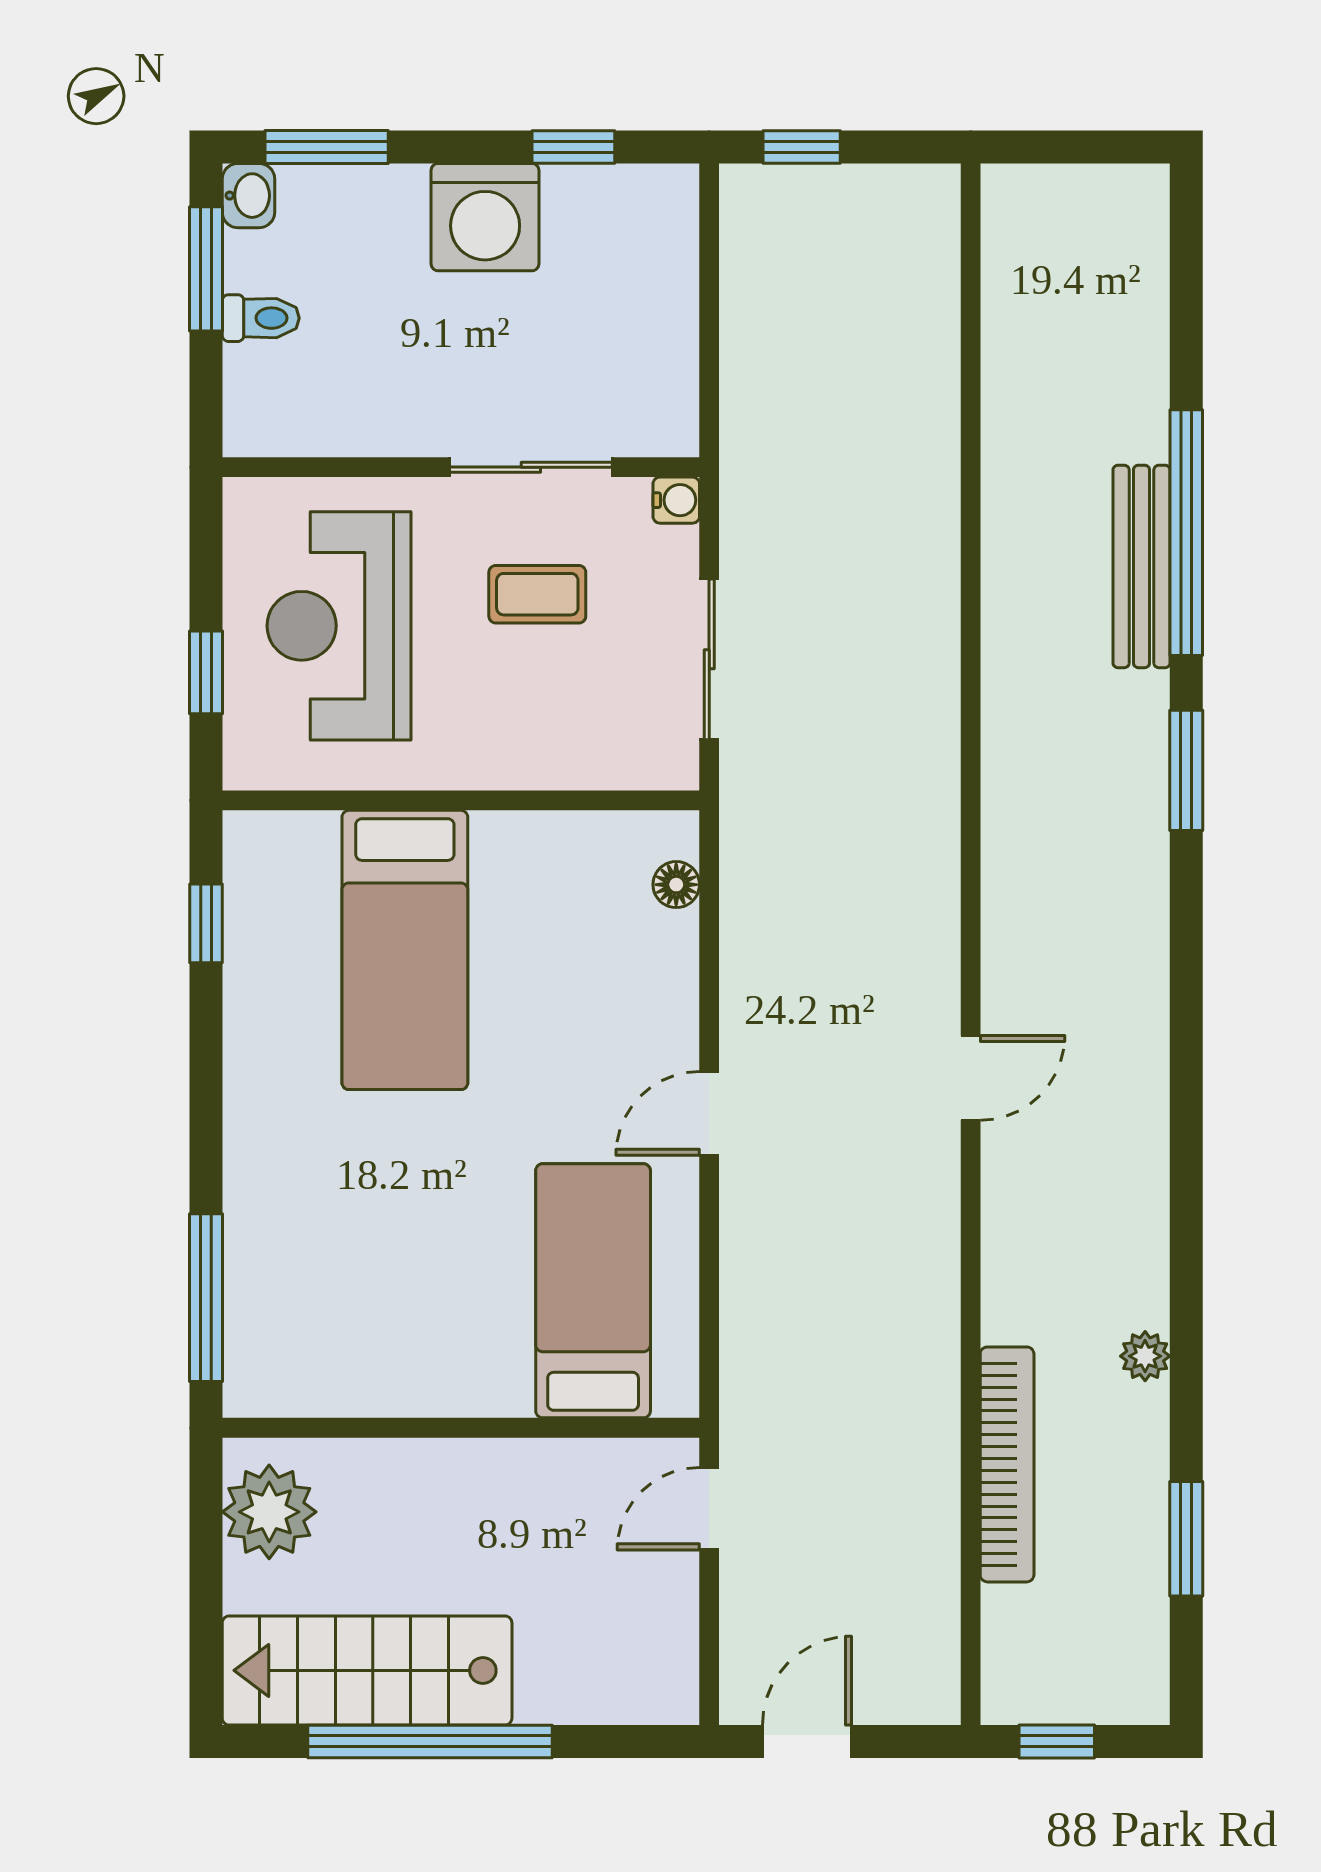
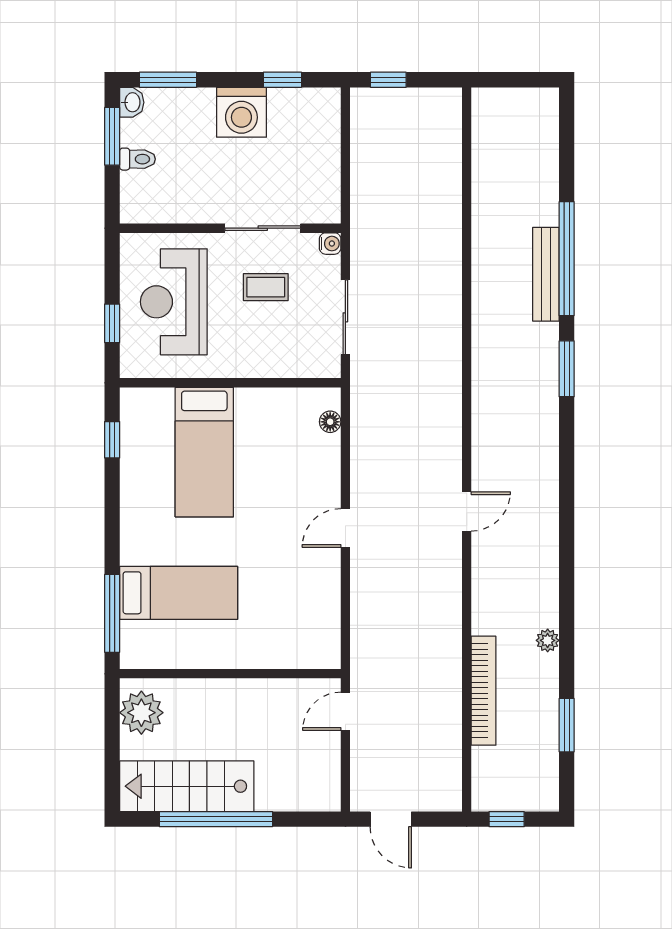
bed: (593, 1291) -> (179, 593), moved, turned 90
door: (807, 1741) -> (391, 819), swing flipped

